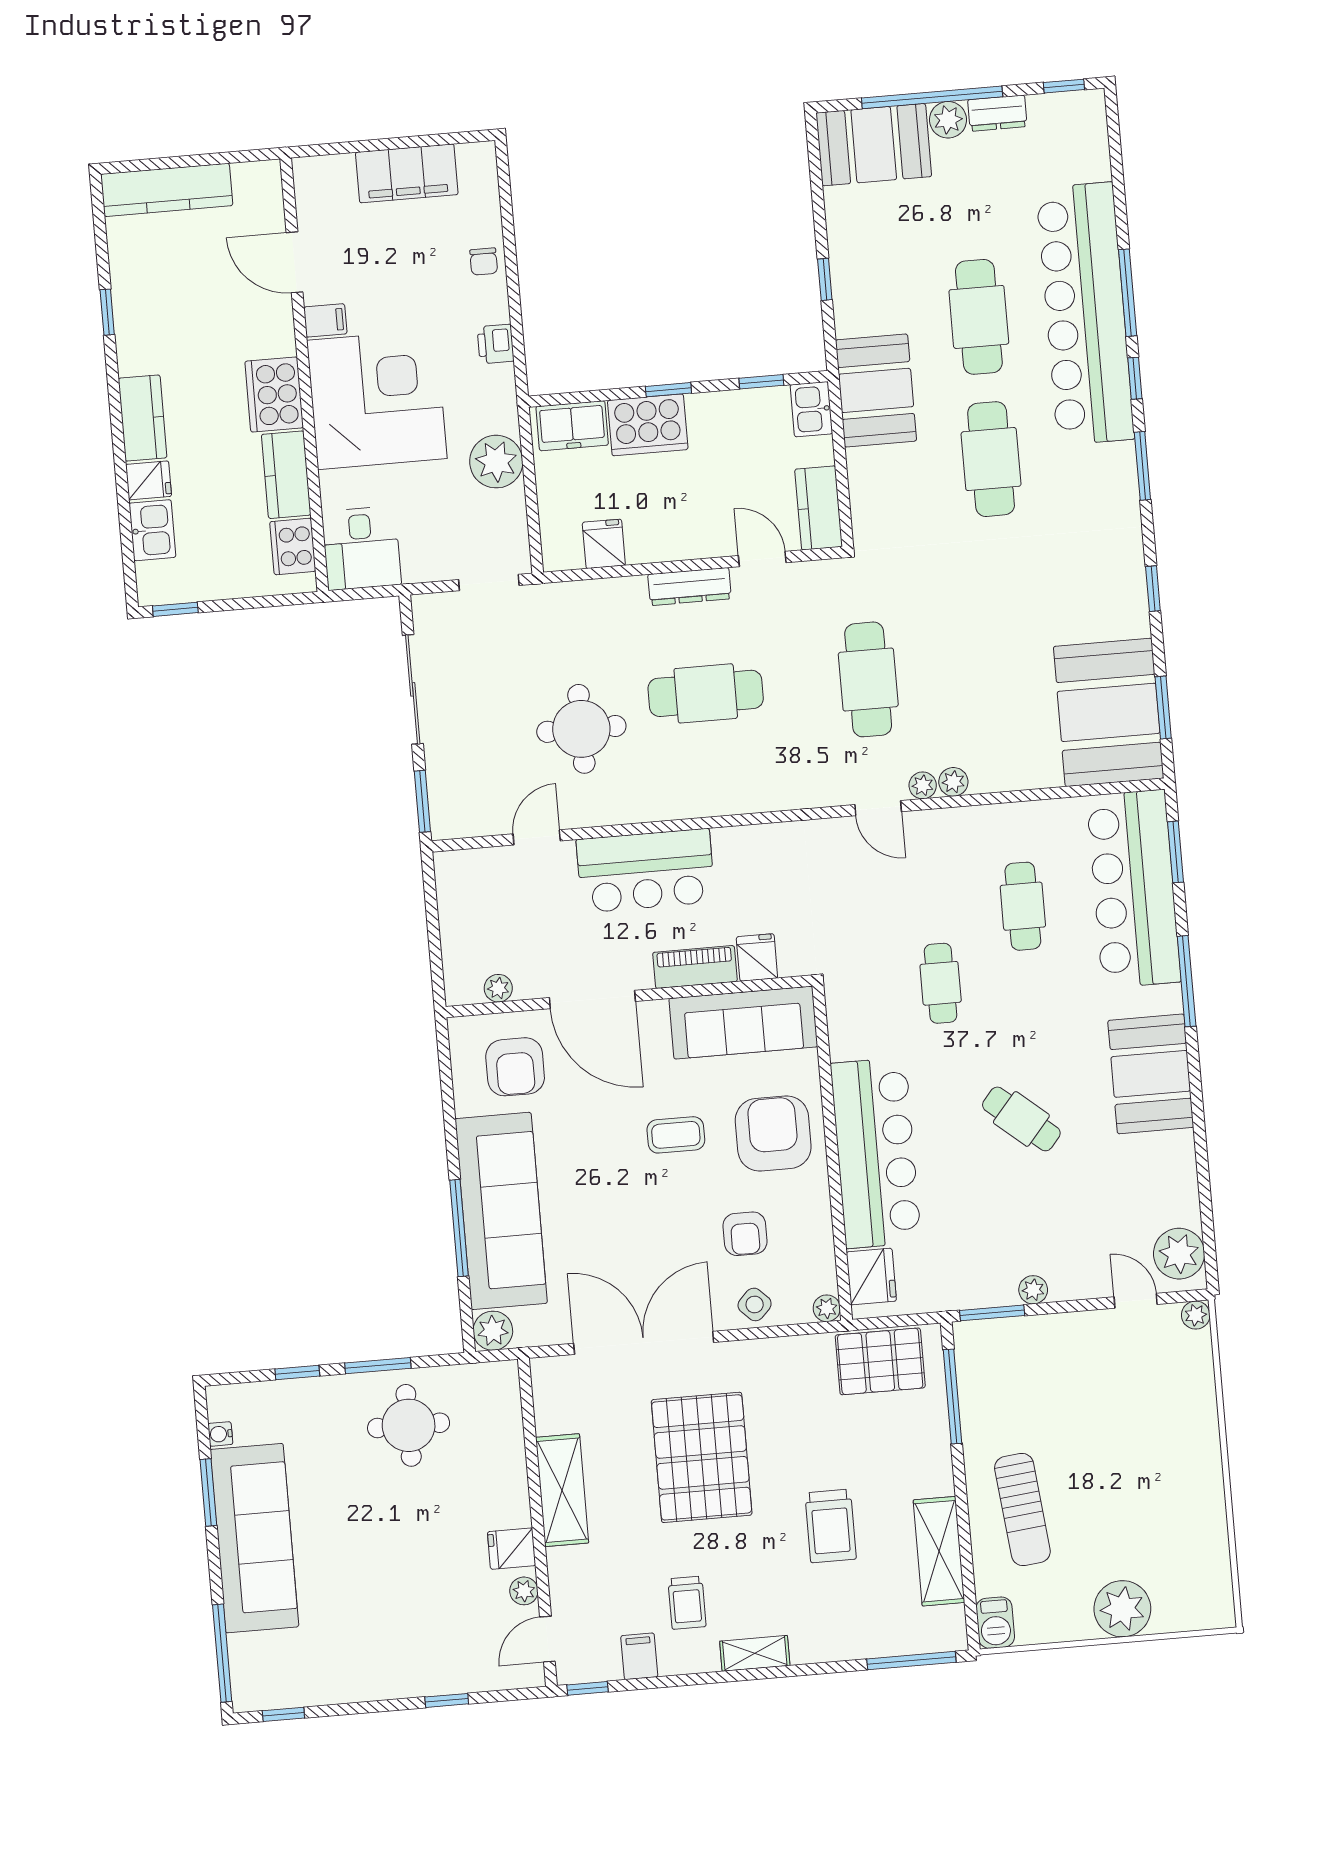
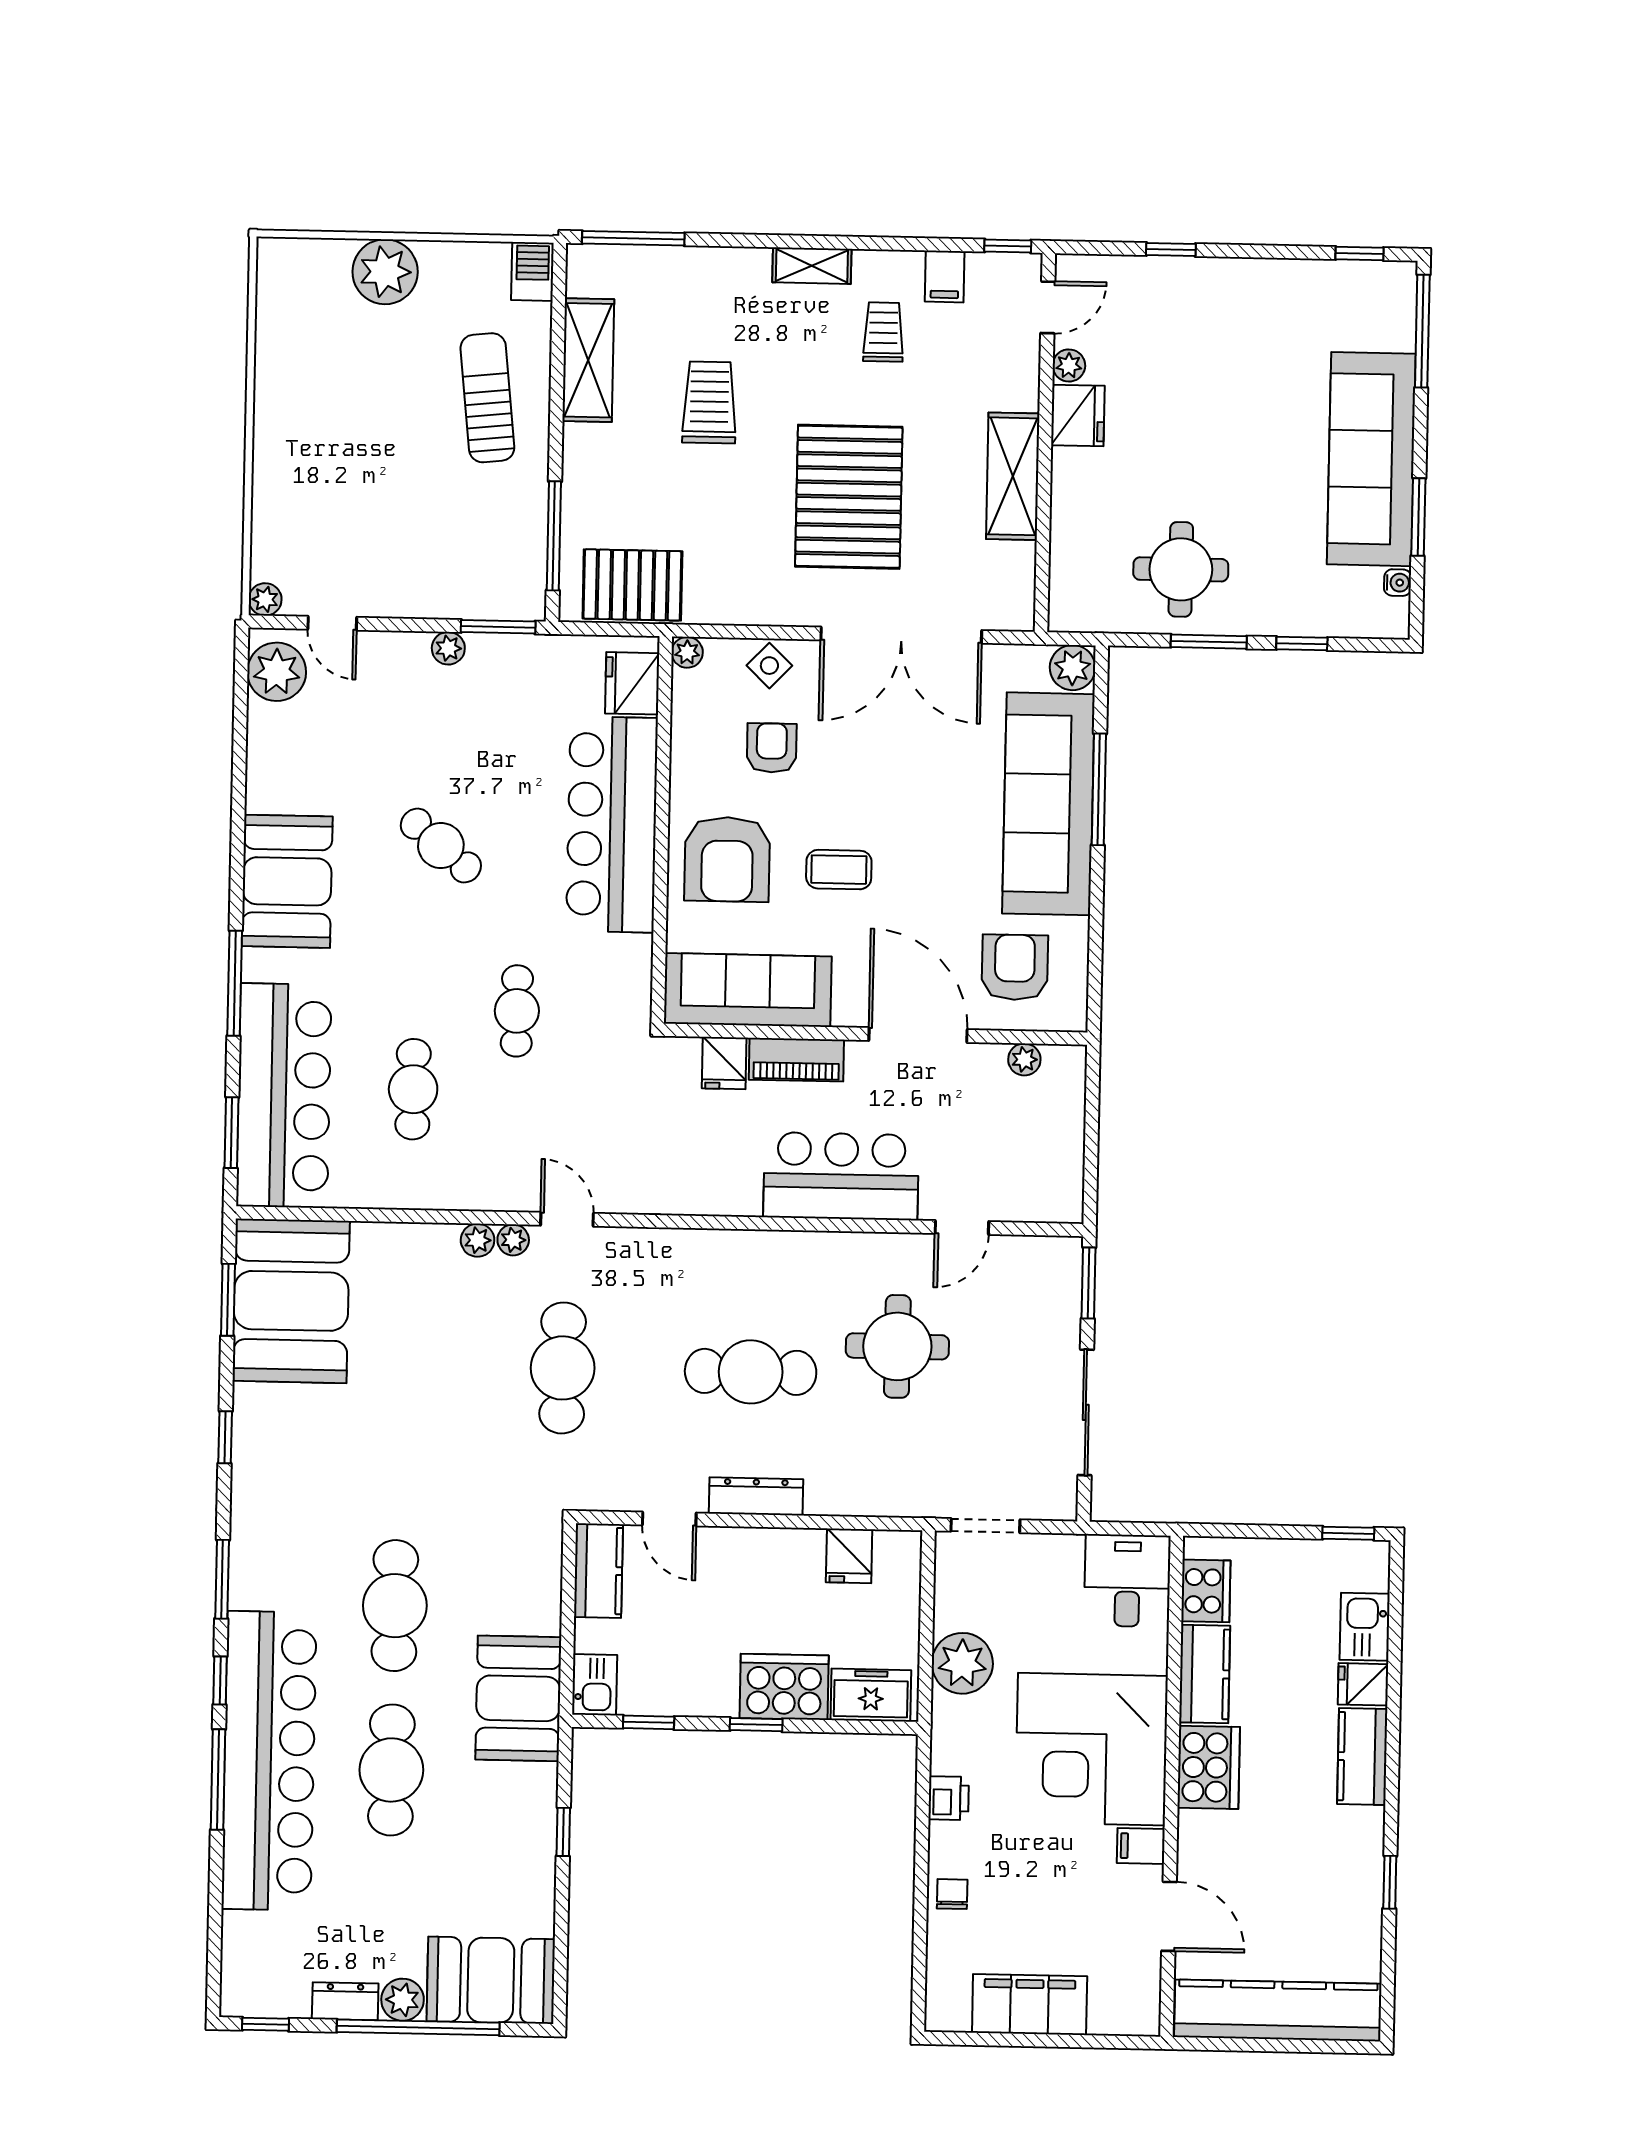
kitchen counter: (167, 190) -> (1278, 2010), width x1.39, depth x1.17
fridge: (512, 1549) -> (1078, 415), width x1.38

